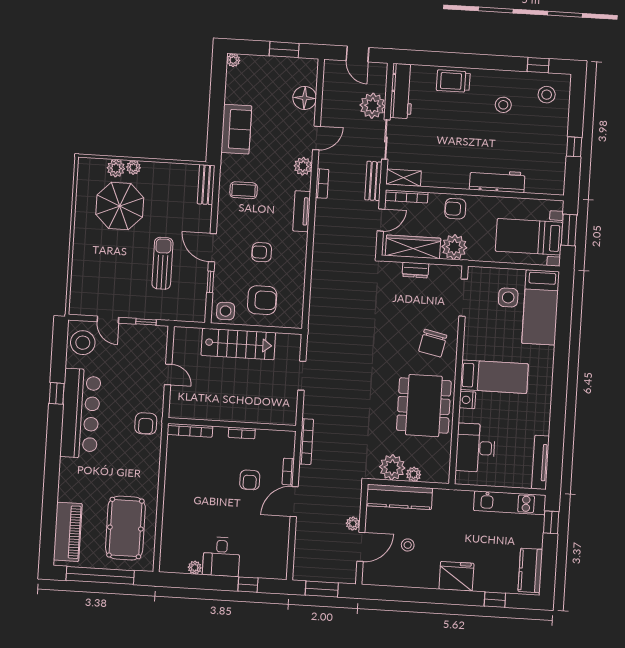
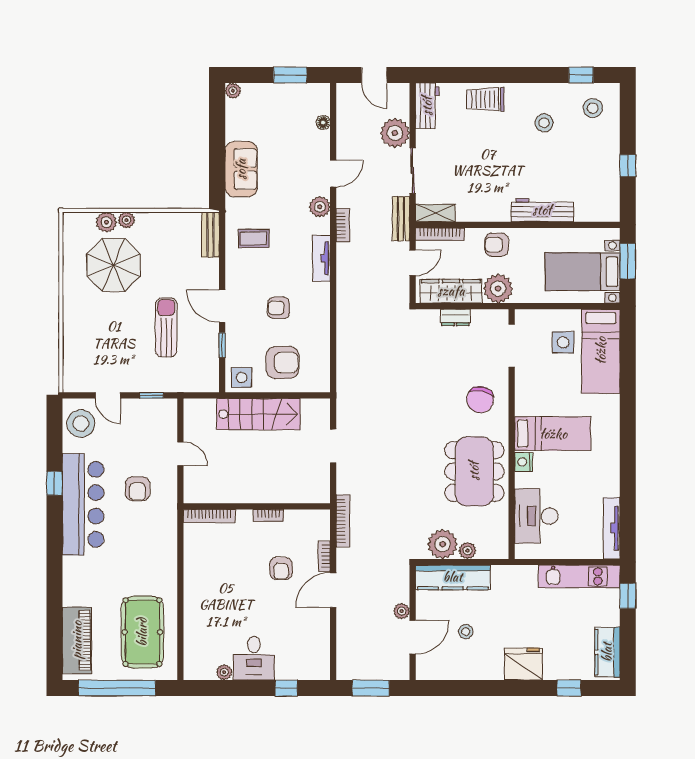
workbench: (402, 91) -> (427, 106), width x0.73
floor lamp: (305, 98) -> (323, 123), width x0.53, depth x0.53
armchair: (146, 423) -> (138, 489), moved

